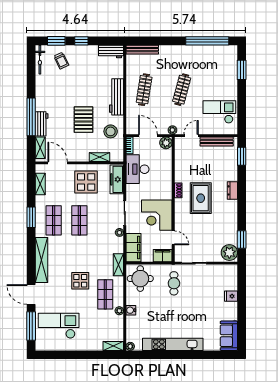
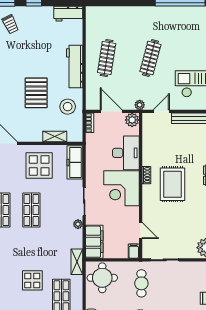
bench: (142, 50) -> (104, 11), removed
desk: (137, 169) -> (126, 153), moved, turned 180
corner desk: (157, 215) -> (122, 188), moved
filing cabinet: (163, 256) -> (134, 251), width x0.50

